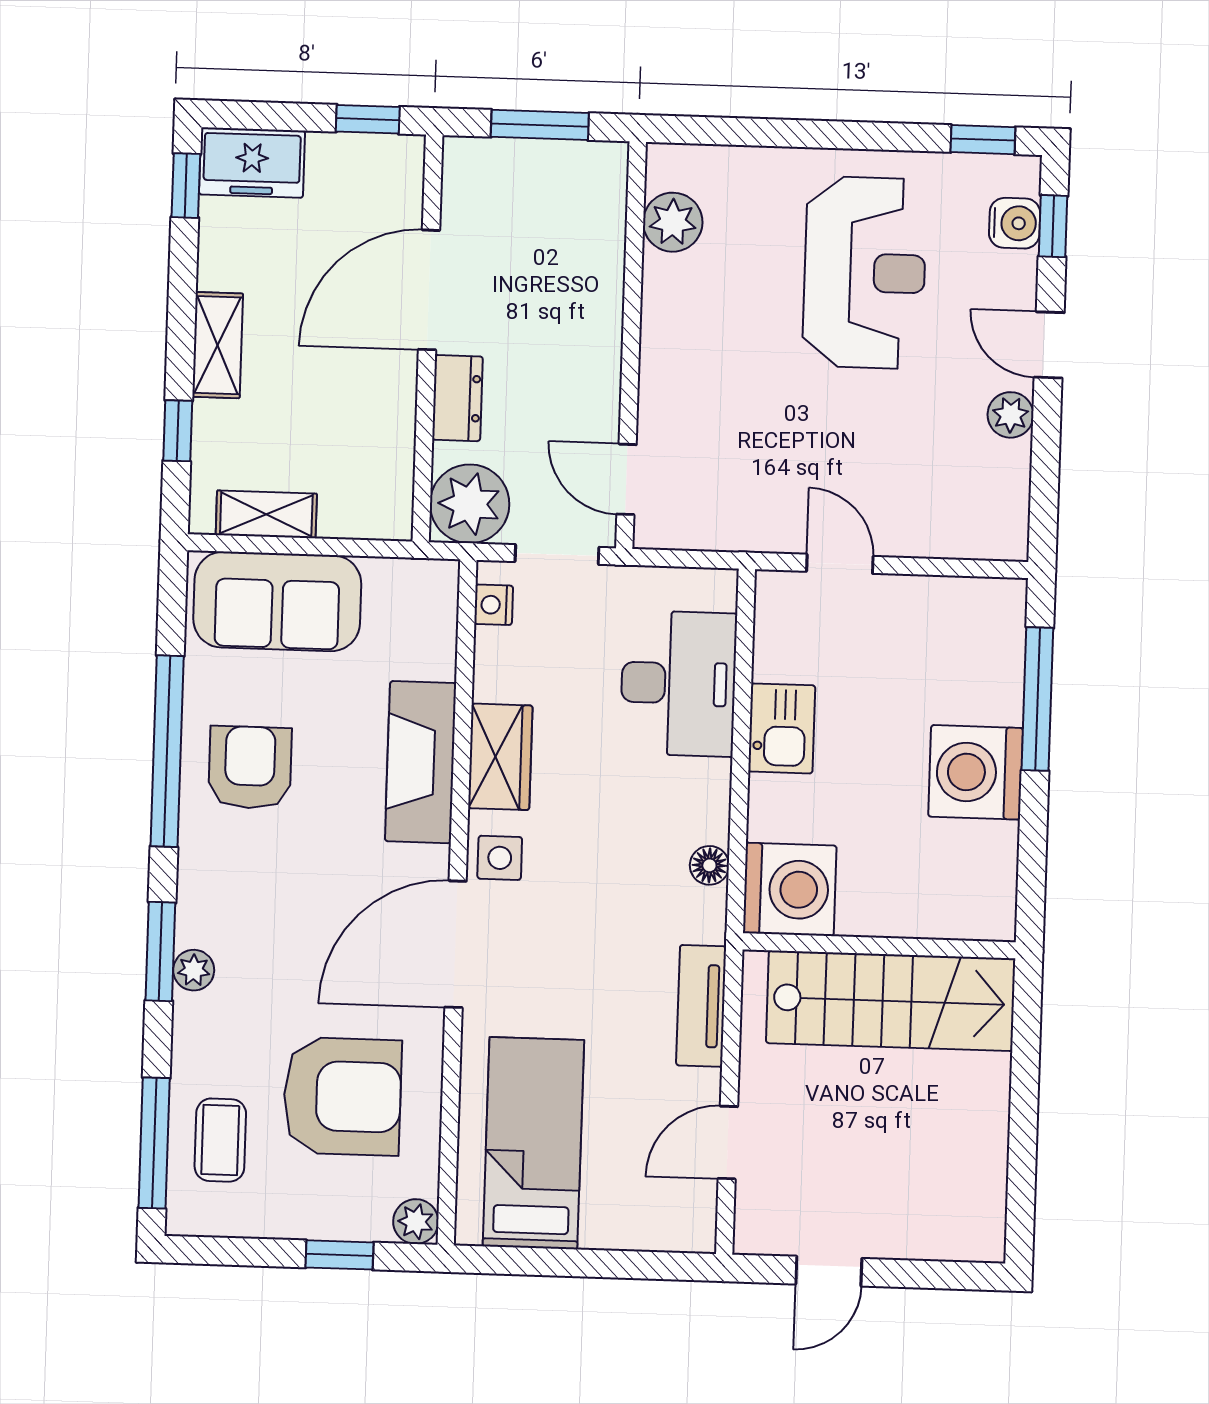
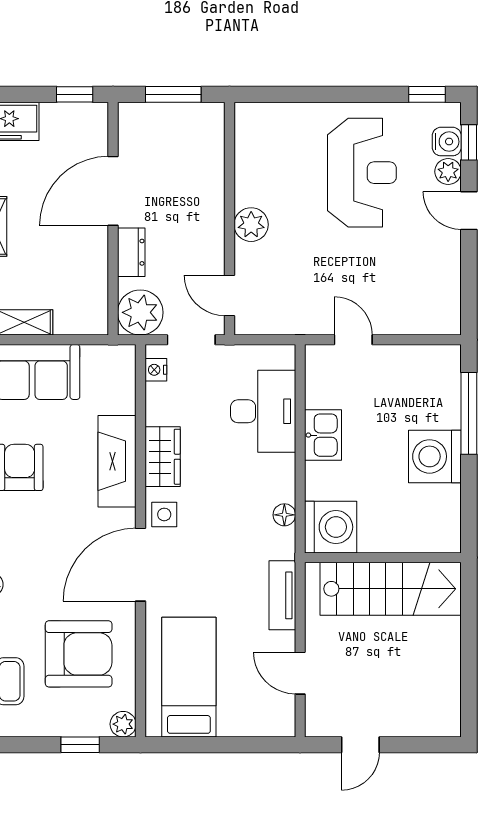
plant: (673, 222) -> (251, 225), moved
plant: (1011, 415) -> (448, 172), moved
door: (728, 1143) -> (300, 673), hinge flipped

